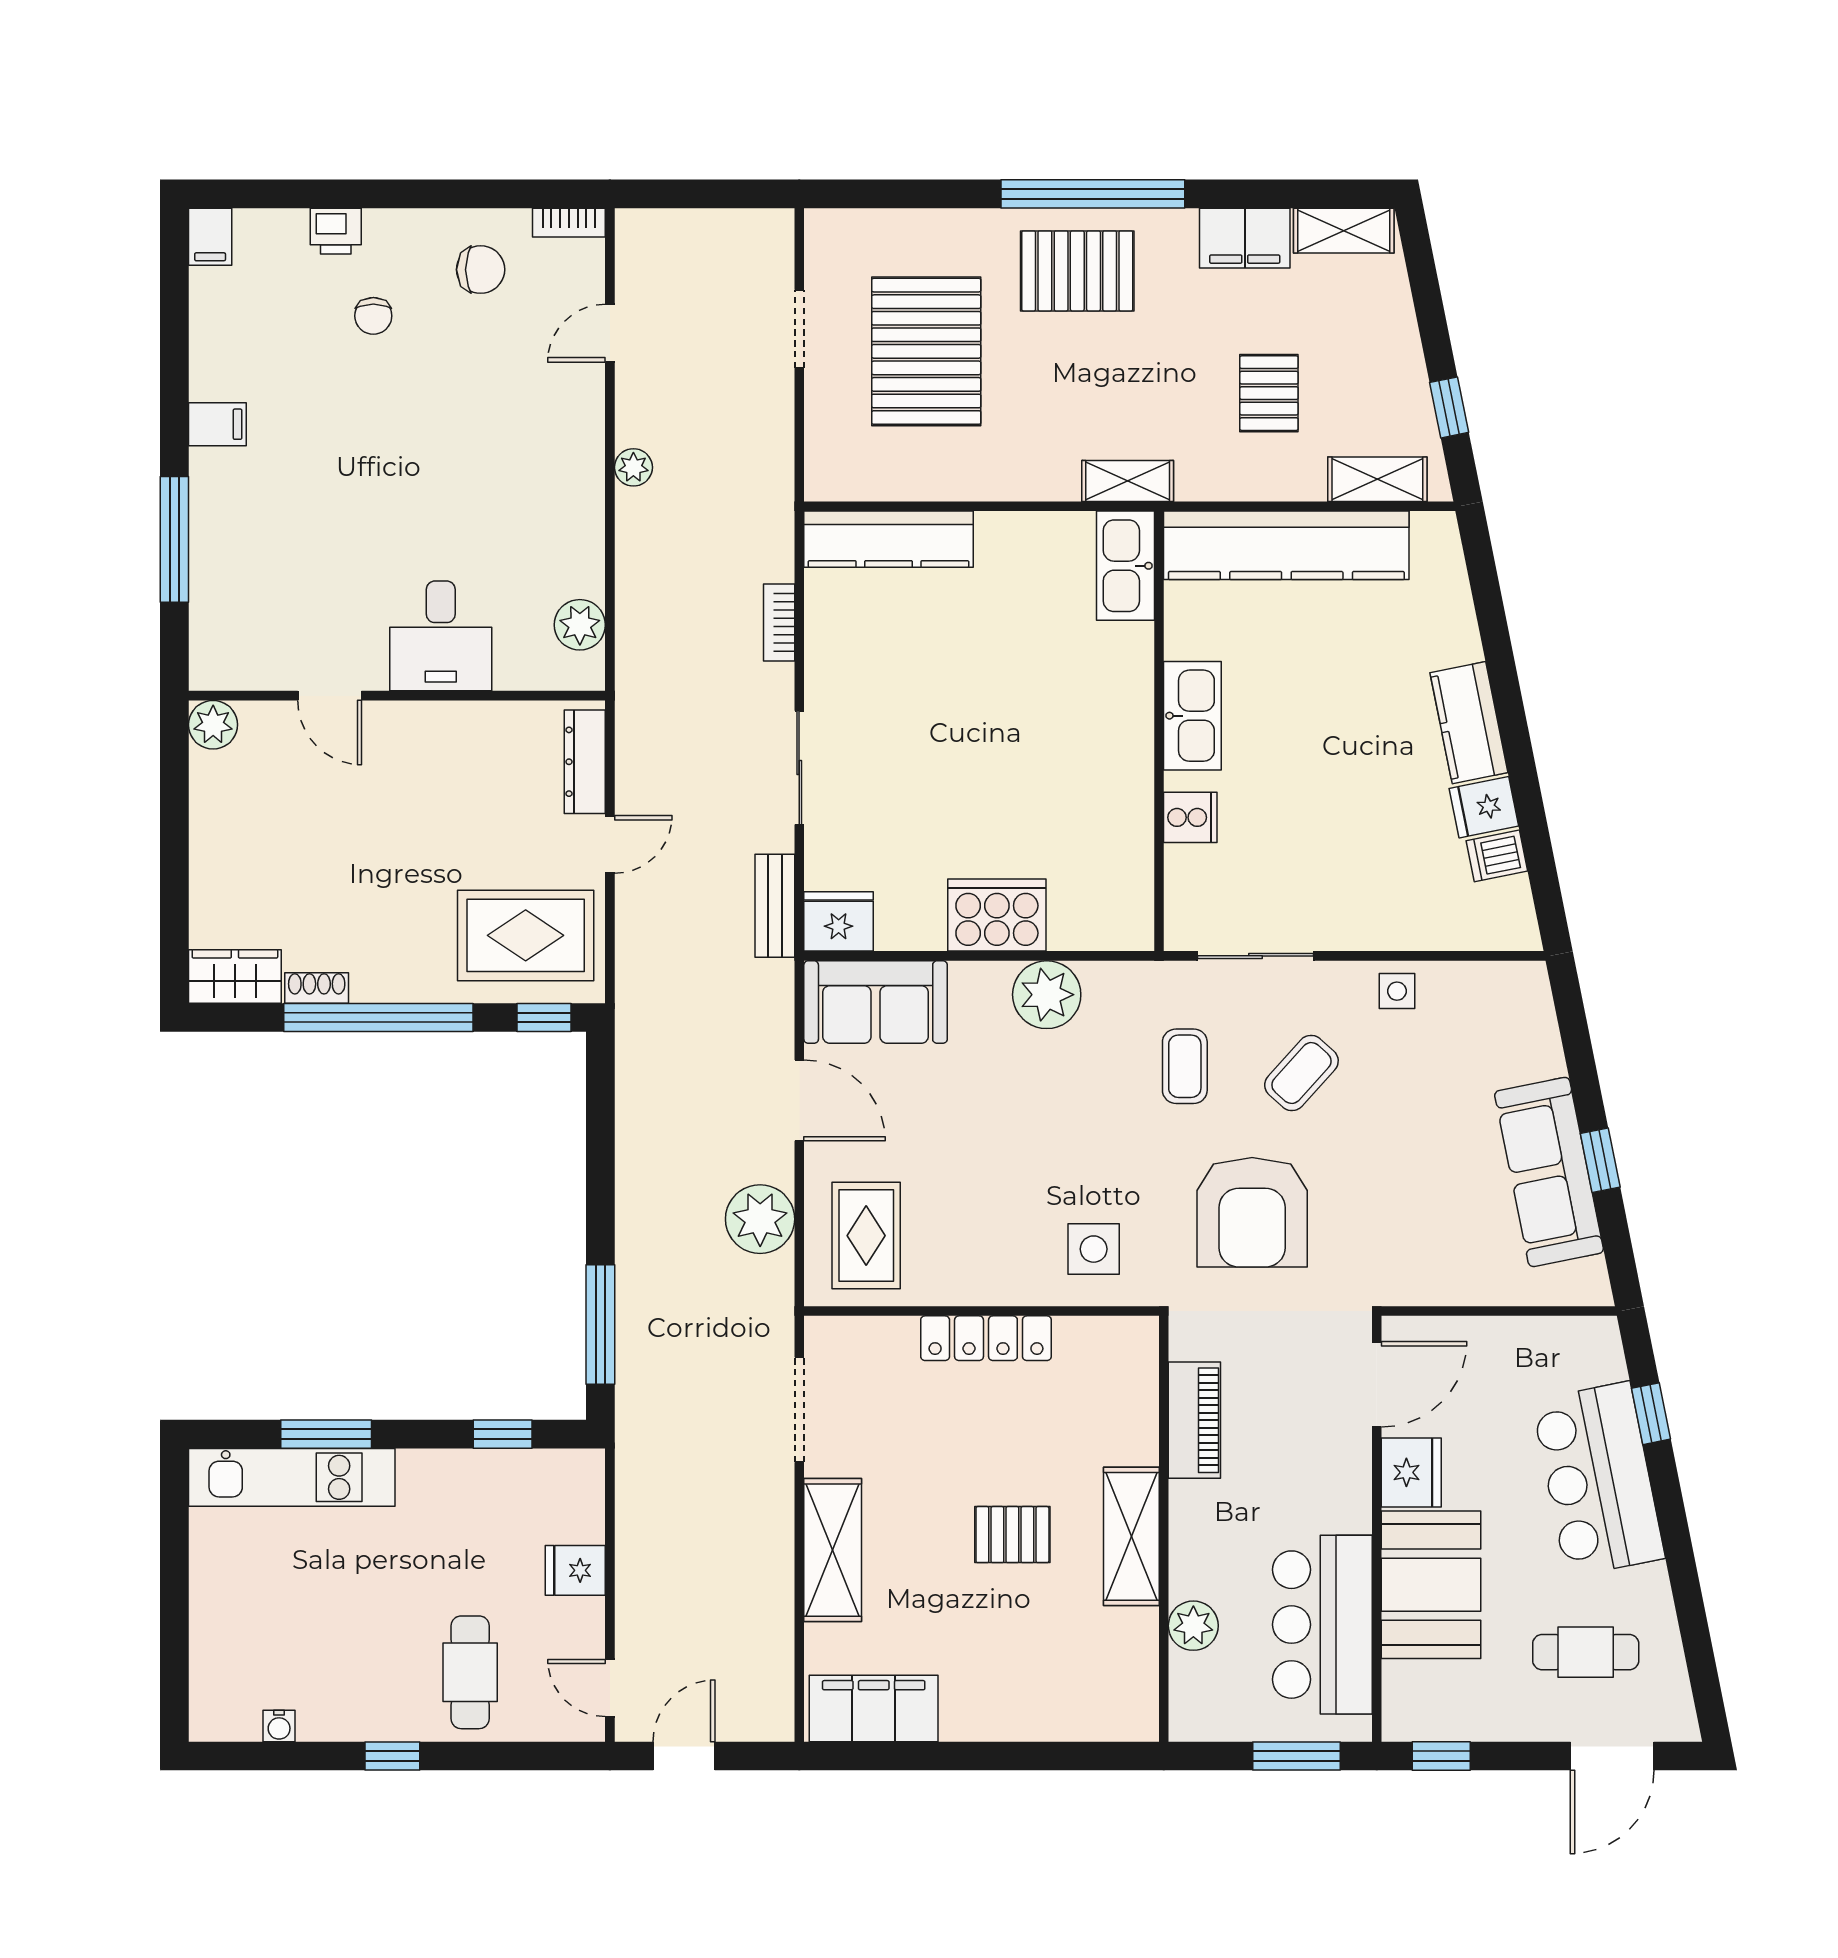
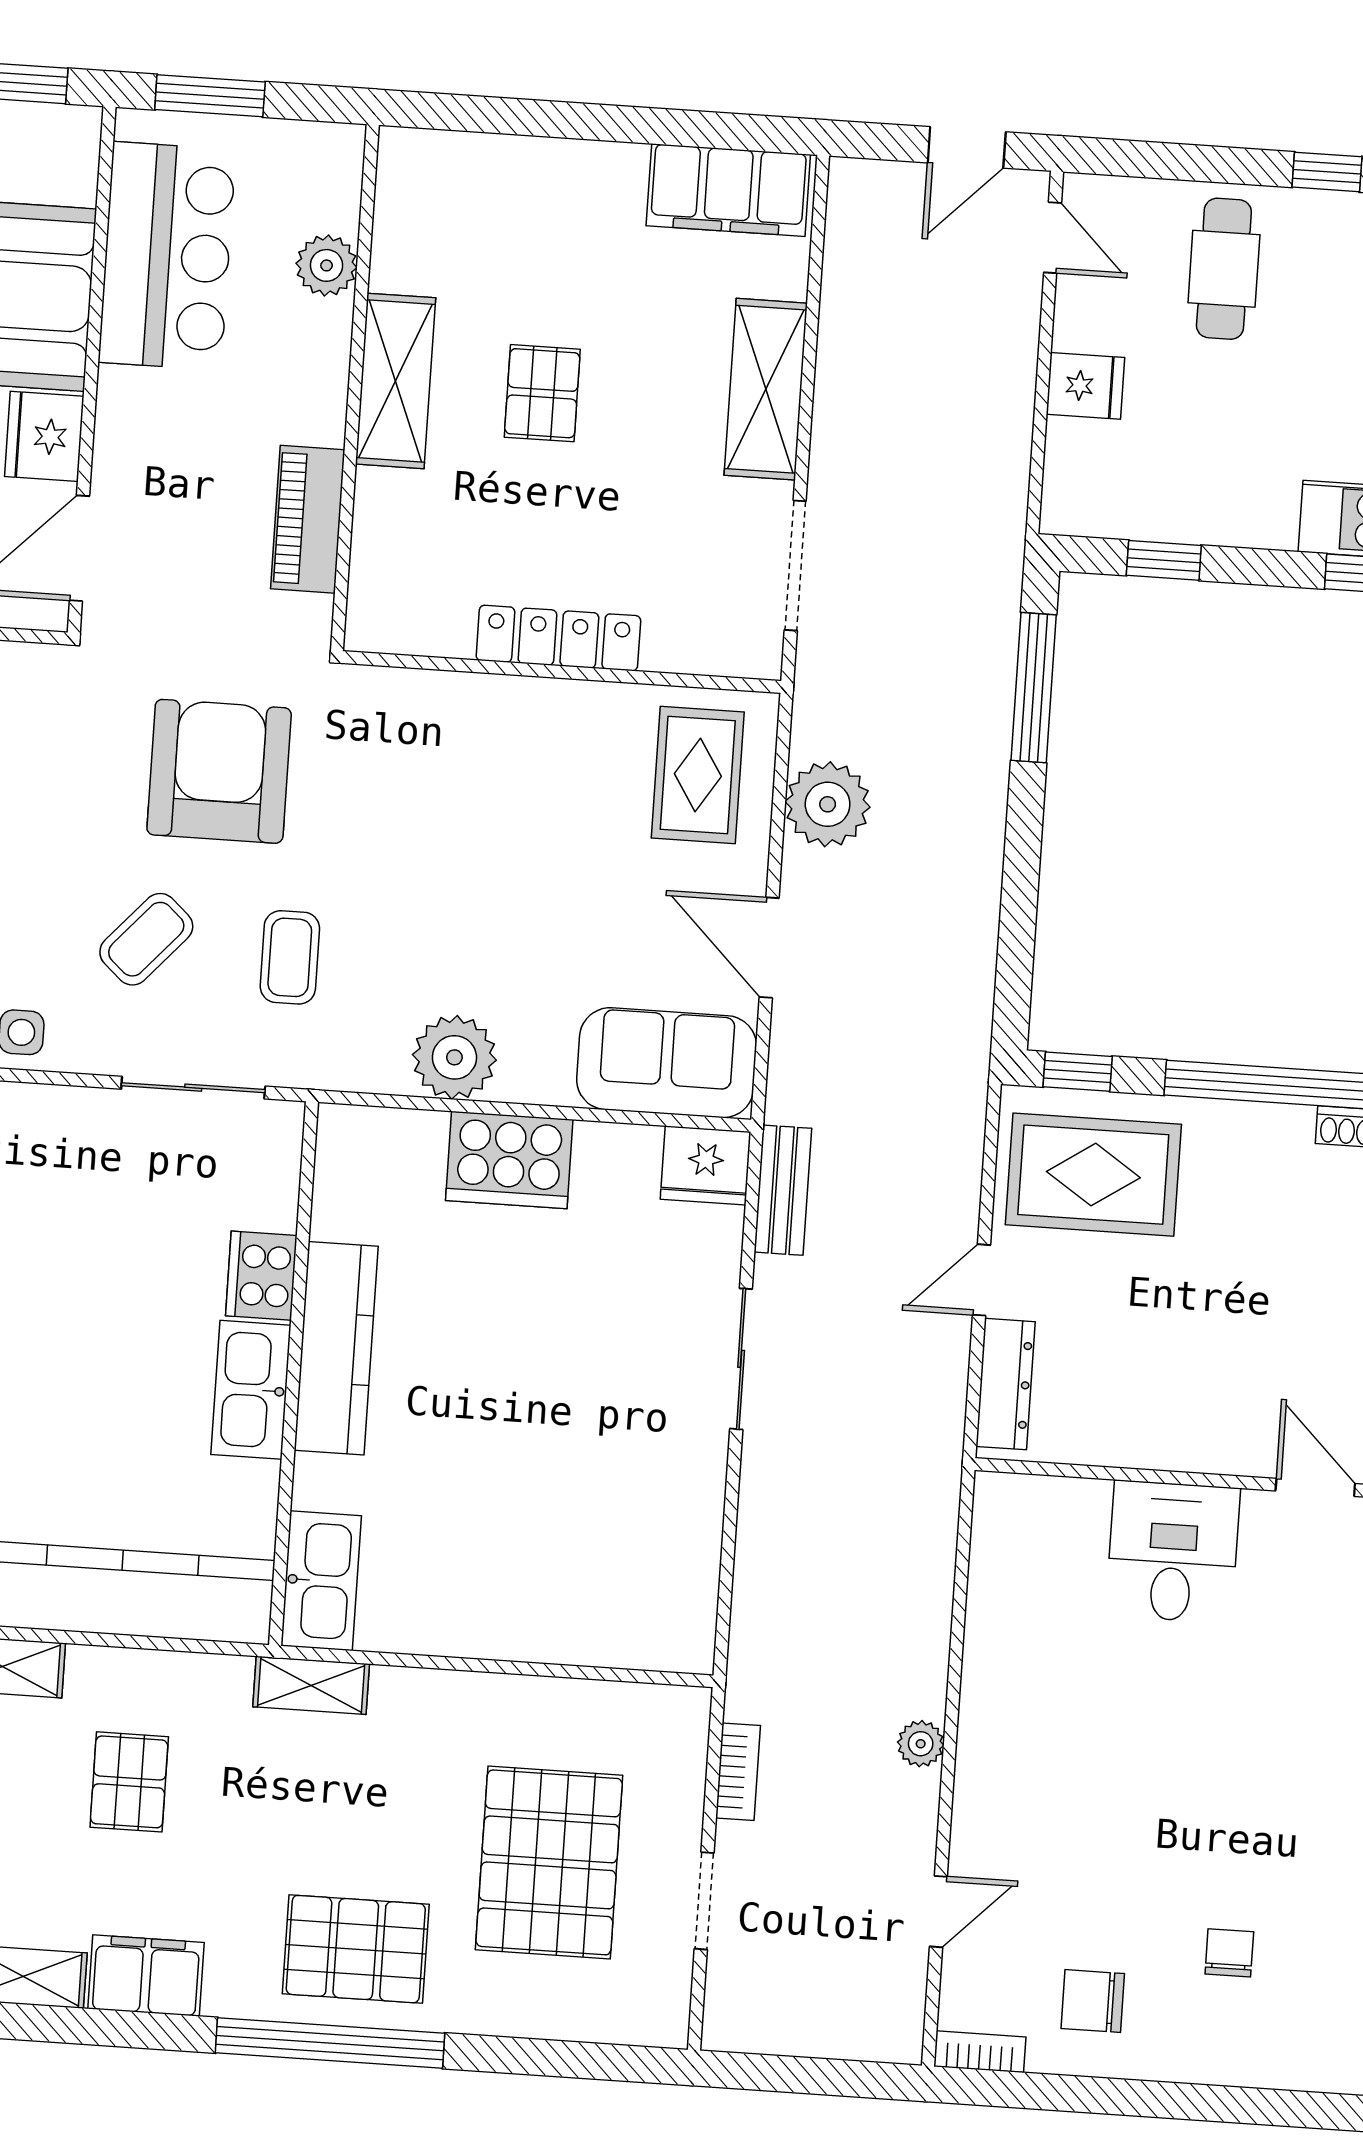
printer: (336, 231) -> (1269, 2061), removed
kitchen counter: (889, 539) -> (336, 1348), moved, turned 90
bookcase: (779, 623) -> (738, 1772), moved
plant: (580, 625) -> (1000, 1554), removed
cooker: (1190, 817) -> (261, 1276), width x1.36
side table: (1094, 1249) -> (418, 739), removed
pallet: (1012, 1535) -> (542, 393), turned 90

